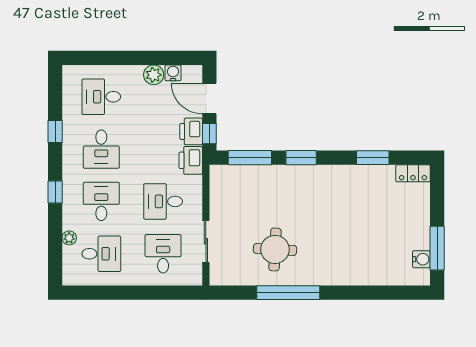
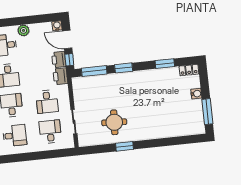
water cooler: (173, 73) -> (57, 26), moved
plant: (154, 75) -> (23, 30), moved
desk: (163, 201) -> (47, 102), turned -90
water cooler: (421, 259) -> (196, 94), moved
window: (288, 293) -> (125, 146), width x0.47

